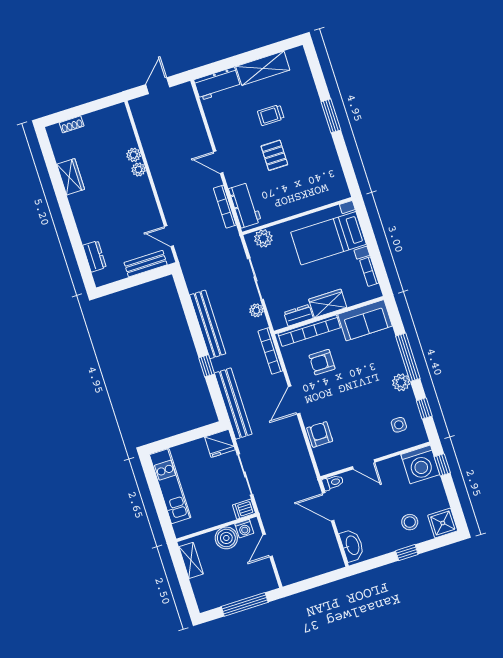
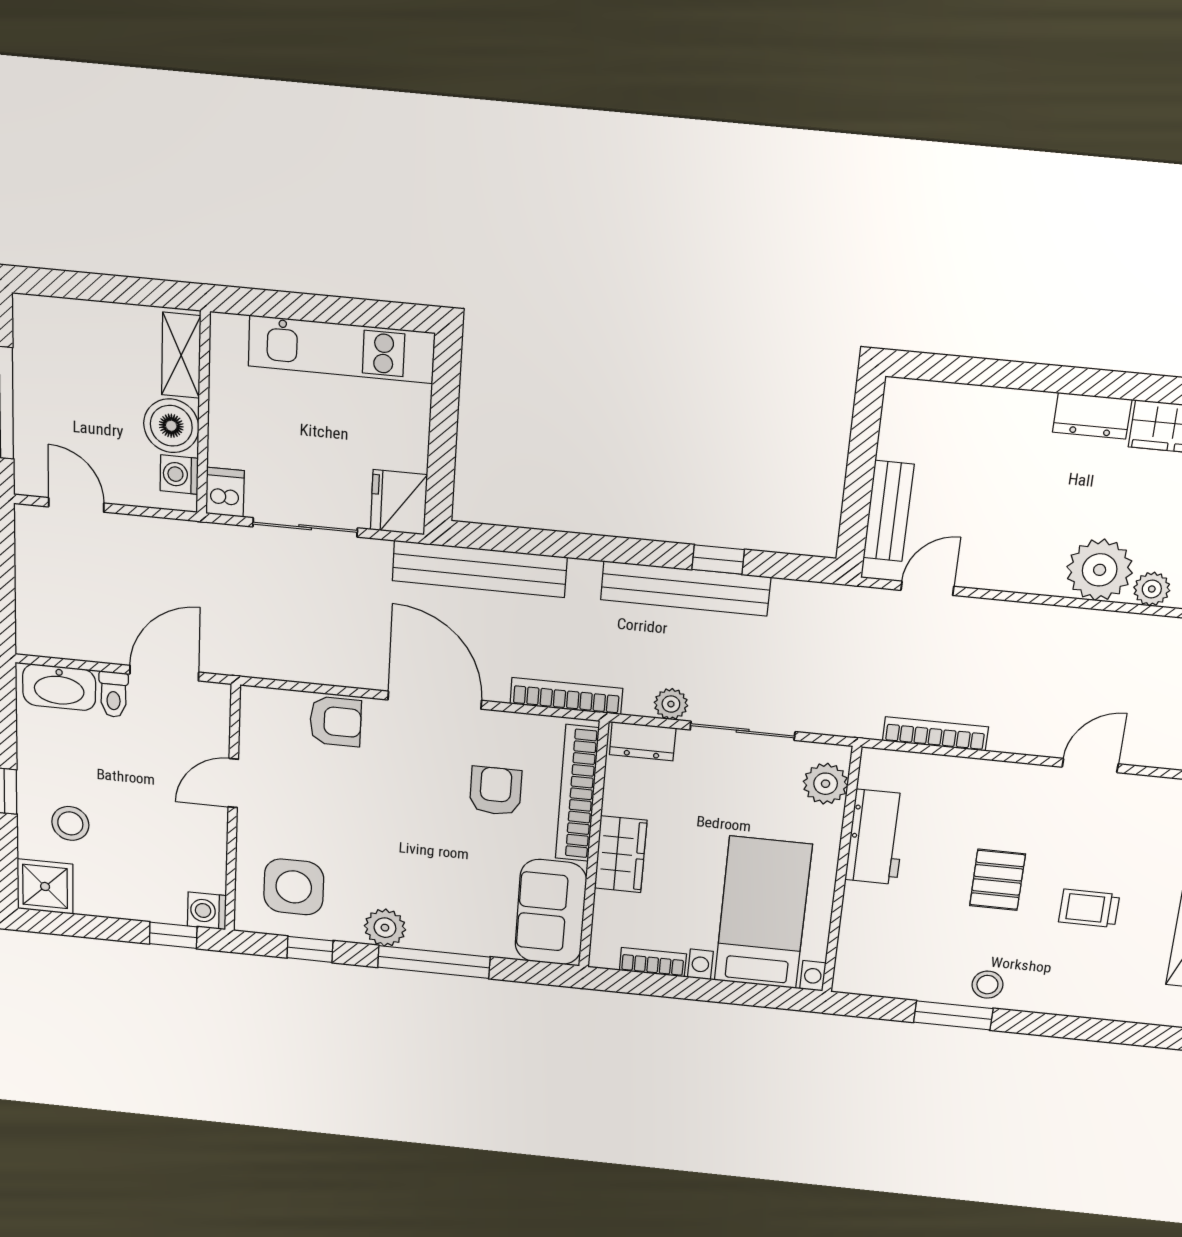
trolley: (271, 115) -> (1089, 908), turned -90
window: (331, 116) -> (953, 1015), moved
stool: (321, 138) -> (987, 985), added
pallet: (274, 155) -> (997, 880), turned 90
door: (218, 162) -> (1090, 765), moved
plant: (139, 170) -> (1100, 570), width x1.87, depth x1.87
workbench: (245, 205) -> (876, 837), moved, turned -90
dresser: (94, 256) -> (1092, 416), moved
dresser: (298, 315) -> (643, 741), moved, turned 90
window: (207, 366) -> (718, 560), moved
door: (294, 400) -> (435, 700), width x1.36
side table: (399, 425) -> (294, 887), width x1.87, depth x1.87
washing machine: (420, 464) -> (207, 911), width x0.53, depth x0.53
toilet: (333, 483) -> (114, 694), moved
door: (268, 546) -> (76, 505), moved
shelving: (191, 560) -> (181, 355), moved, turned 90

